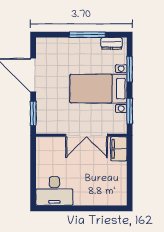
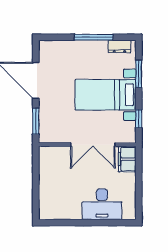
window: (130, 111) -> (139, 119), width x0.67
desk: (54, 191) -> (102, 204), moved

